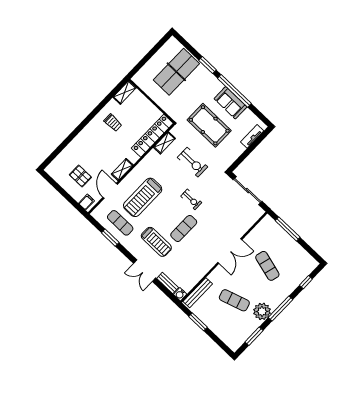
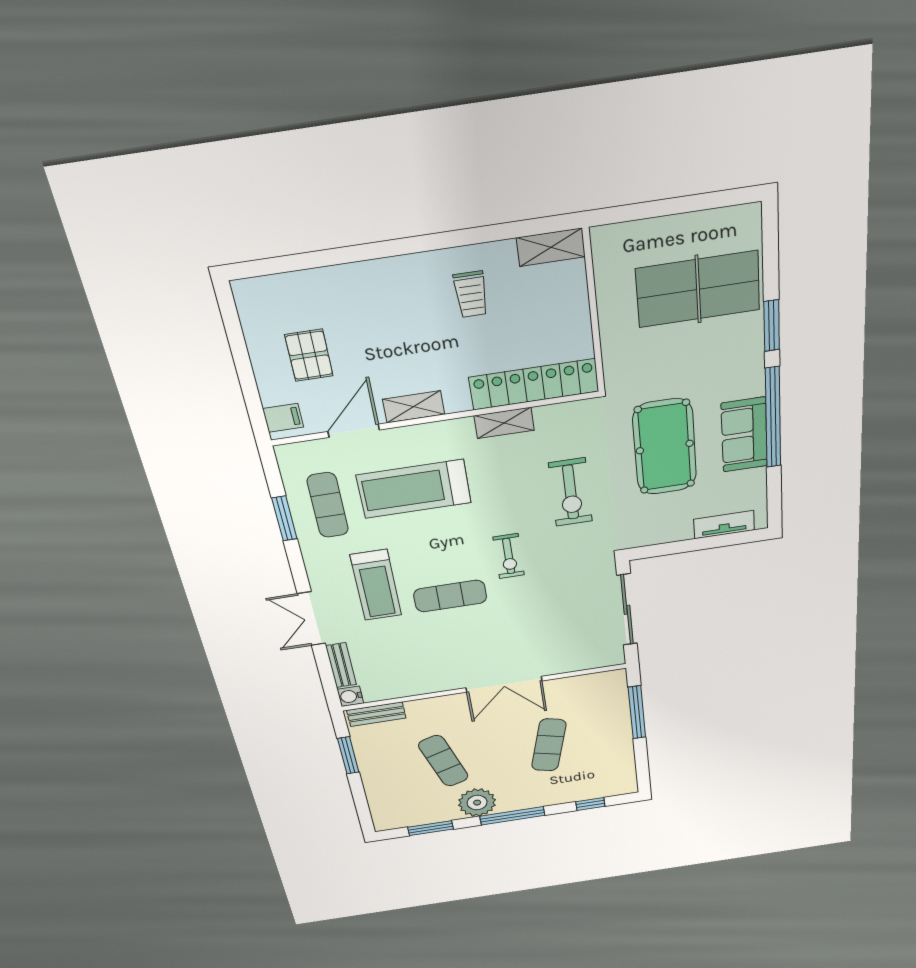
shelving: (164, 143) -> (504, 423), moved
bench: (198, 293) -> (376, 714), width x0.73

